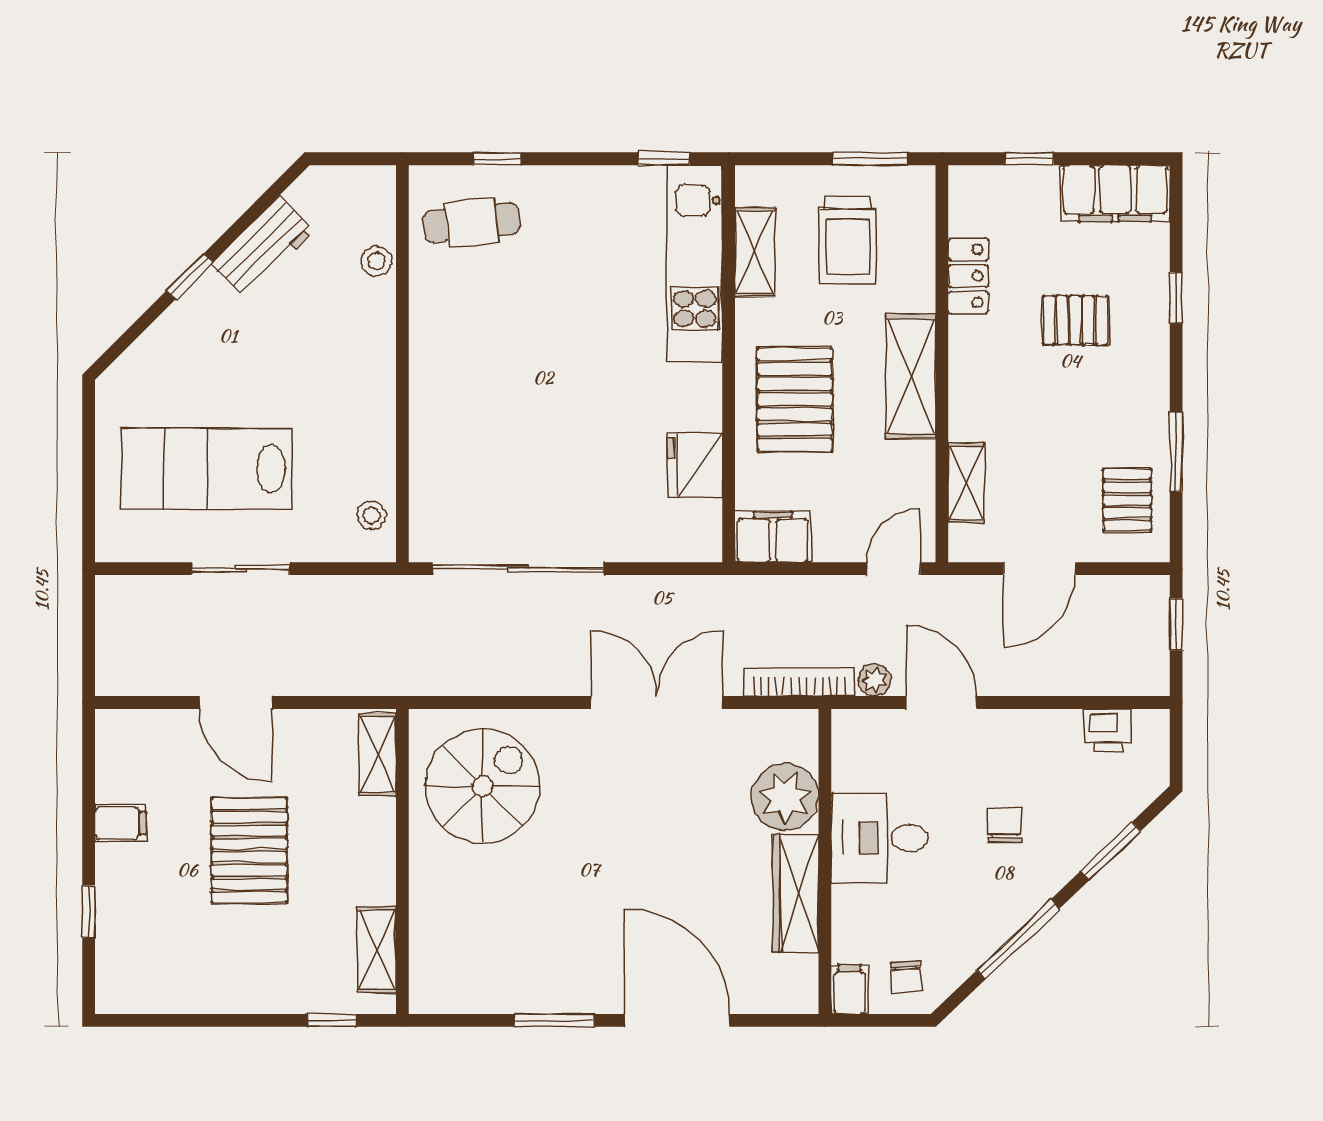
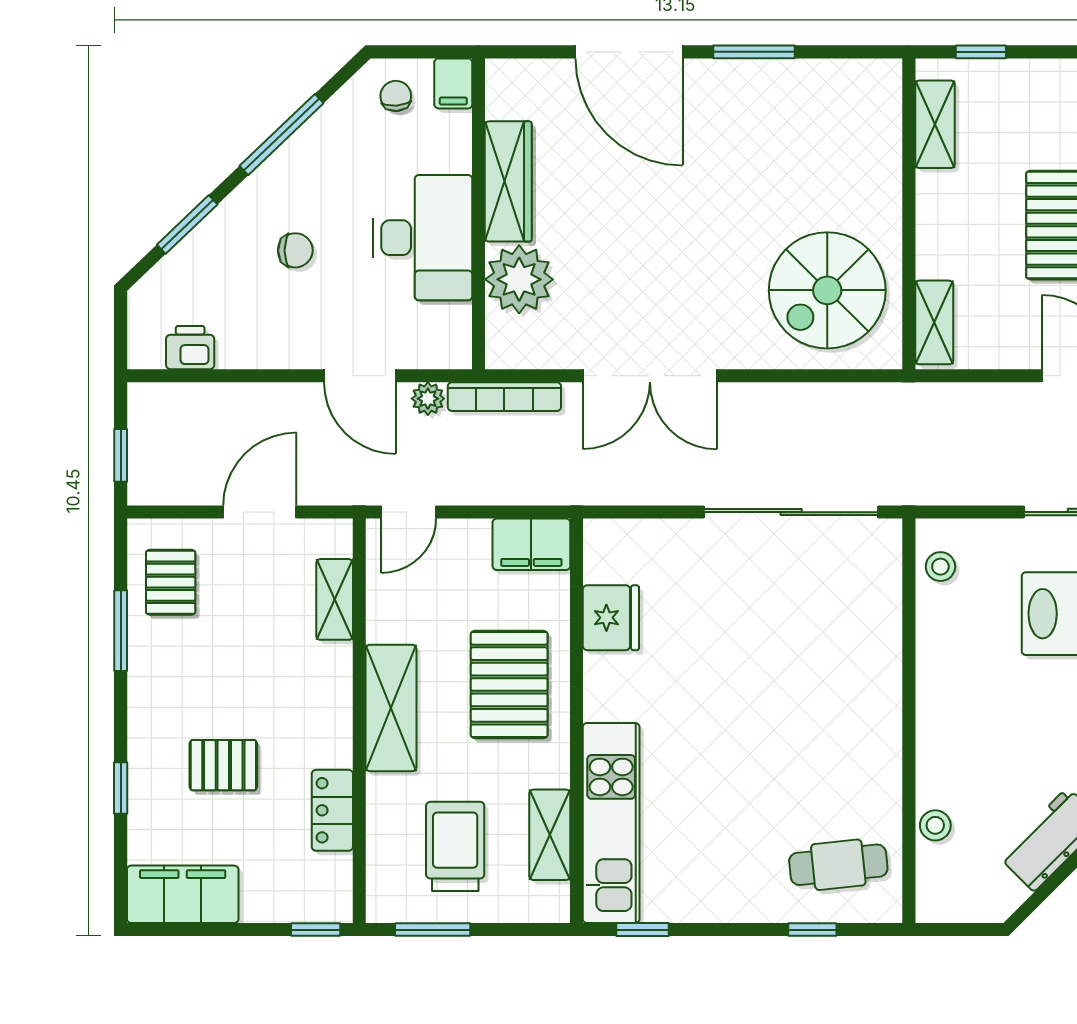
window: (1029, 159) -> (316, 930), moved
chair: (1005, 826) -> (295, 250), turned -90
desk: (880, 838) -> (423, 238), width x1.37

